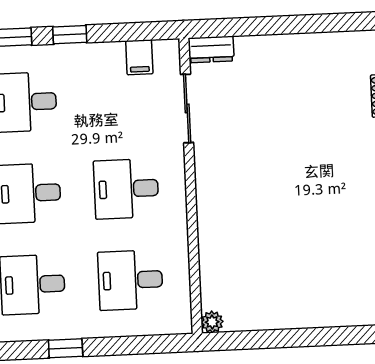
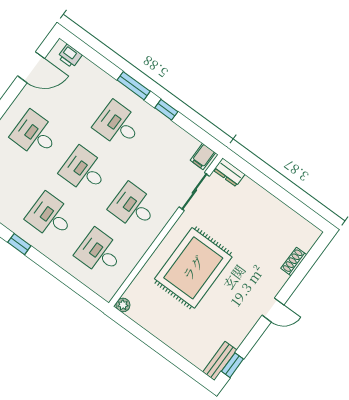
filing cabinet: (139, 57) -> (203, 156), moved
rug: (263, 205) -> (193, 268), added
window: (66, 348) -> (19, 244), moved

